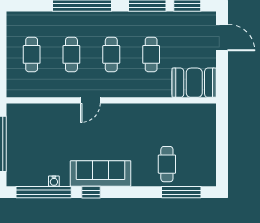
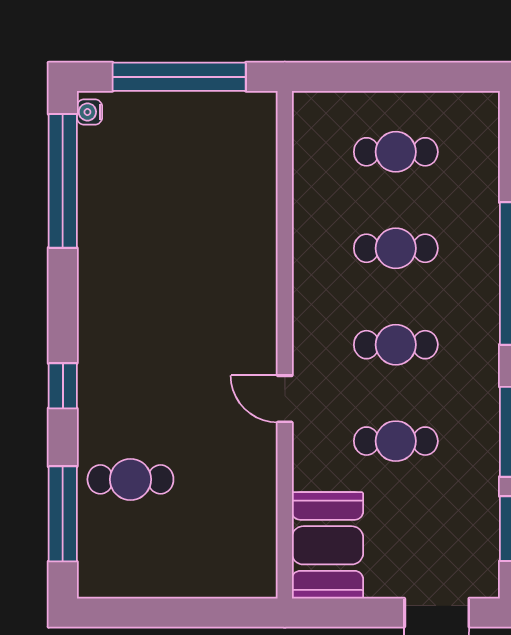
door: (90, 100) -> (285, 399), moved
sofa: (101, 173) -> (108, 319), removed
water cooler: (54, 181) -> (89, 112), moved
window: (91, 192) -> (63, 386), moved

